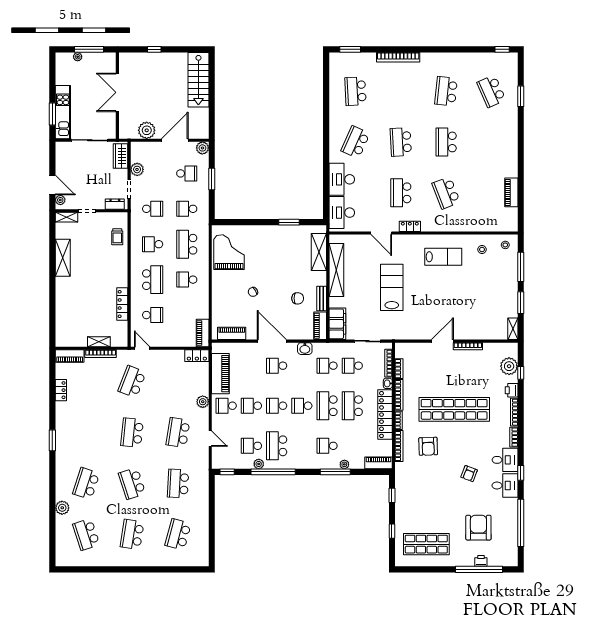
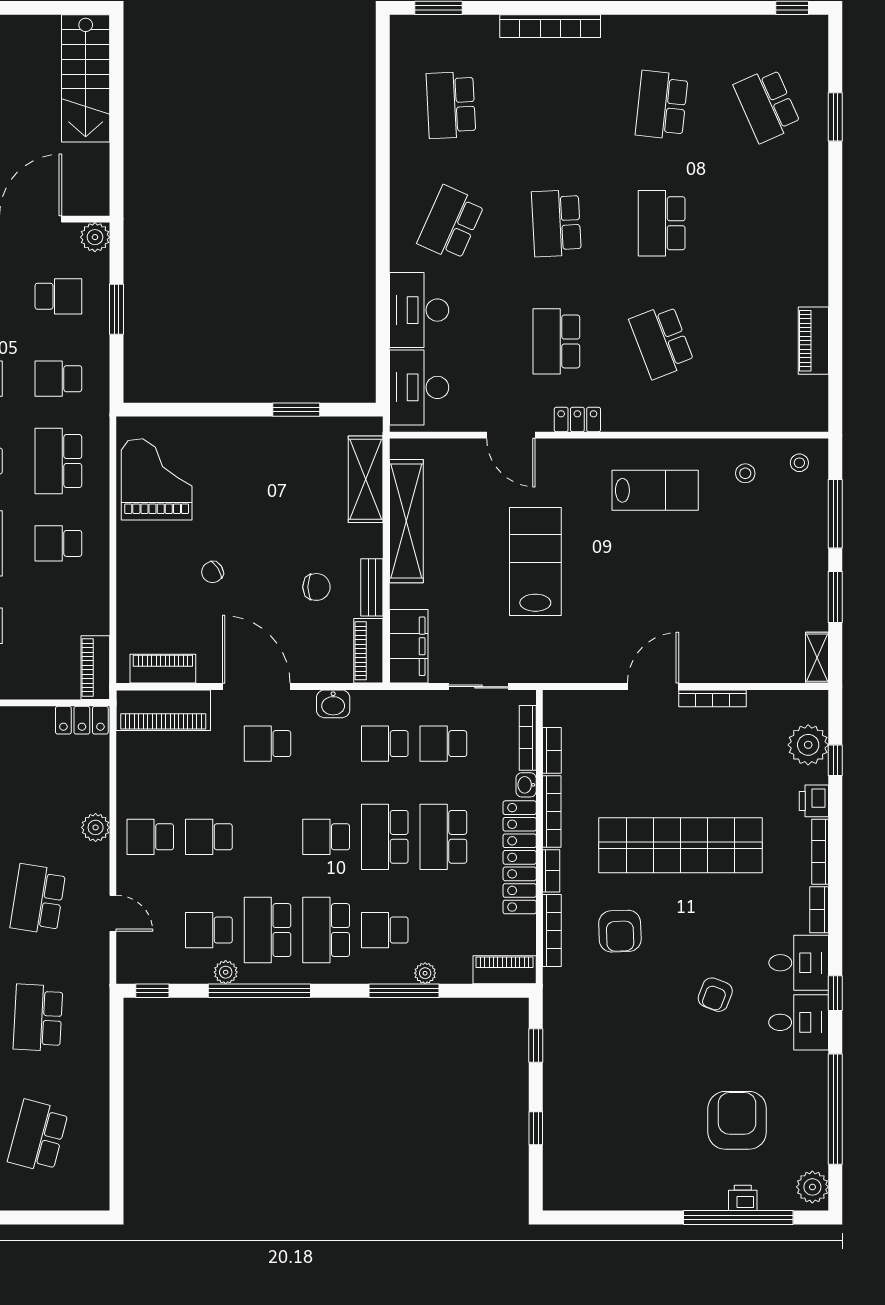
piano: (220, 374) -> (163, 710), moved, turned 90
school desk: (277, 406) -> (326, 930), moved, width x1.85
shop shelf: (426, 544) -> (616, 1159), removed
plant: (511, 556) -> (812, 1187), added

